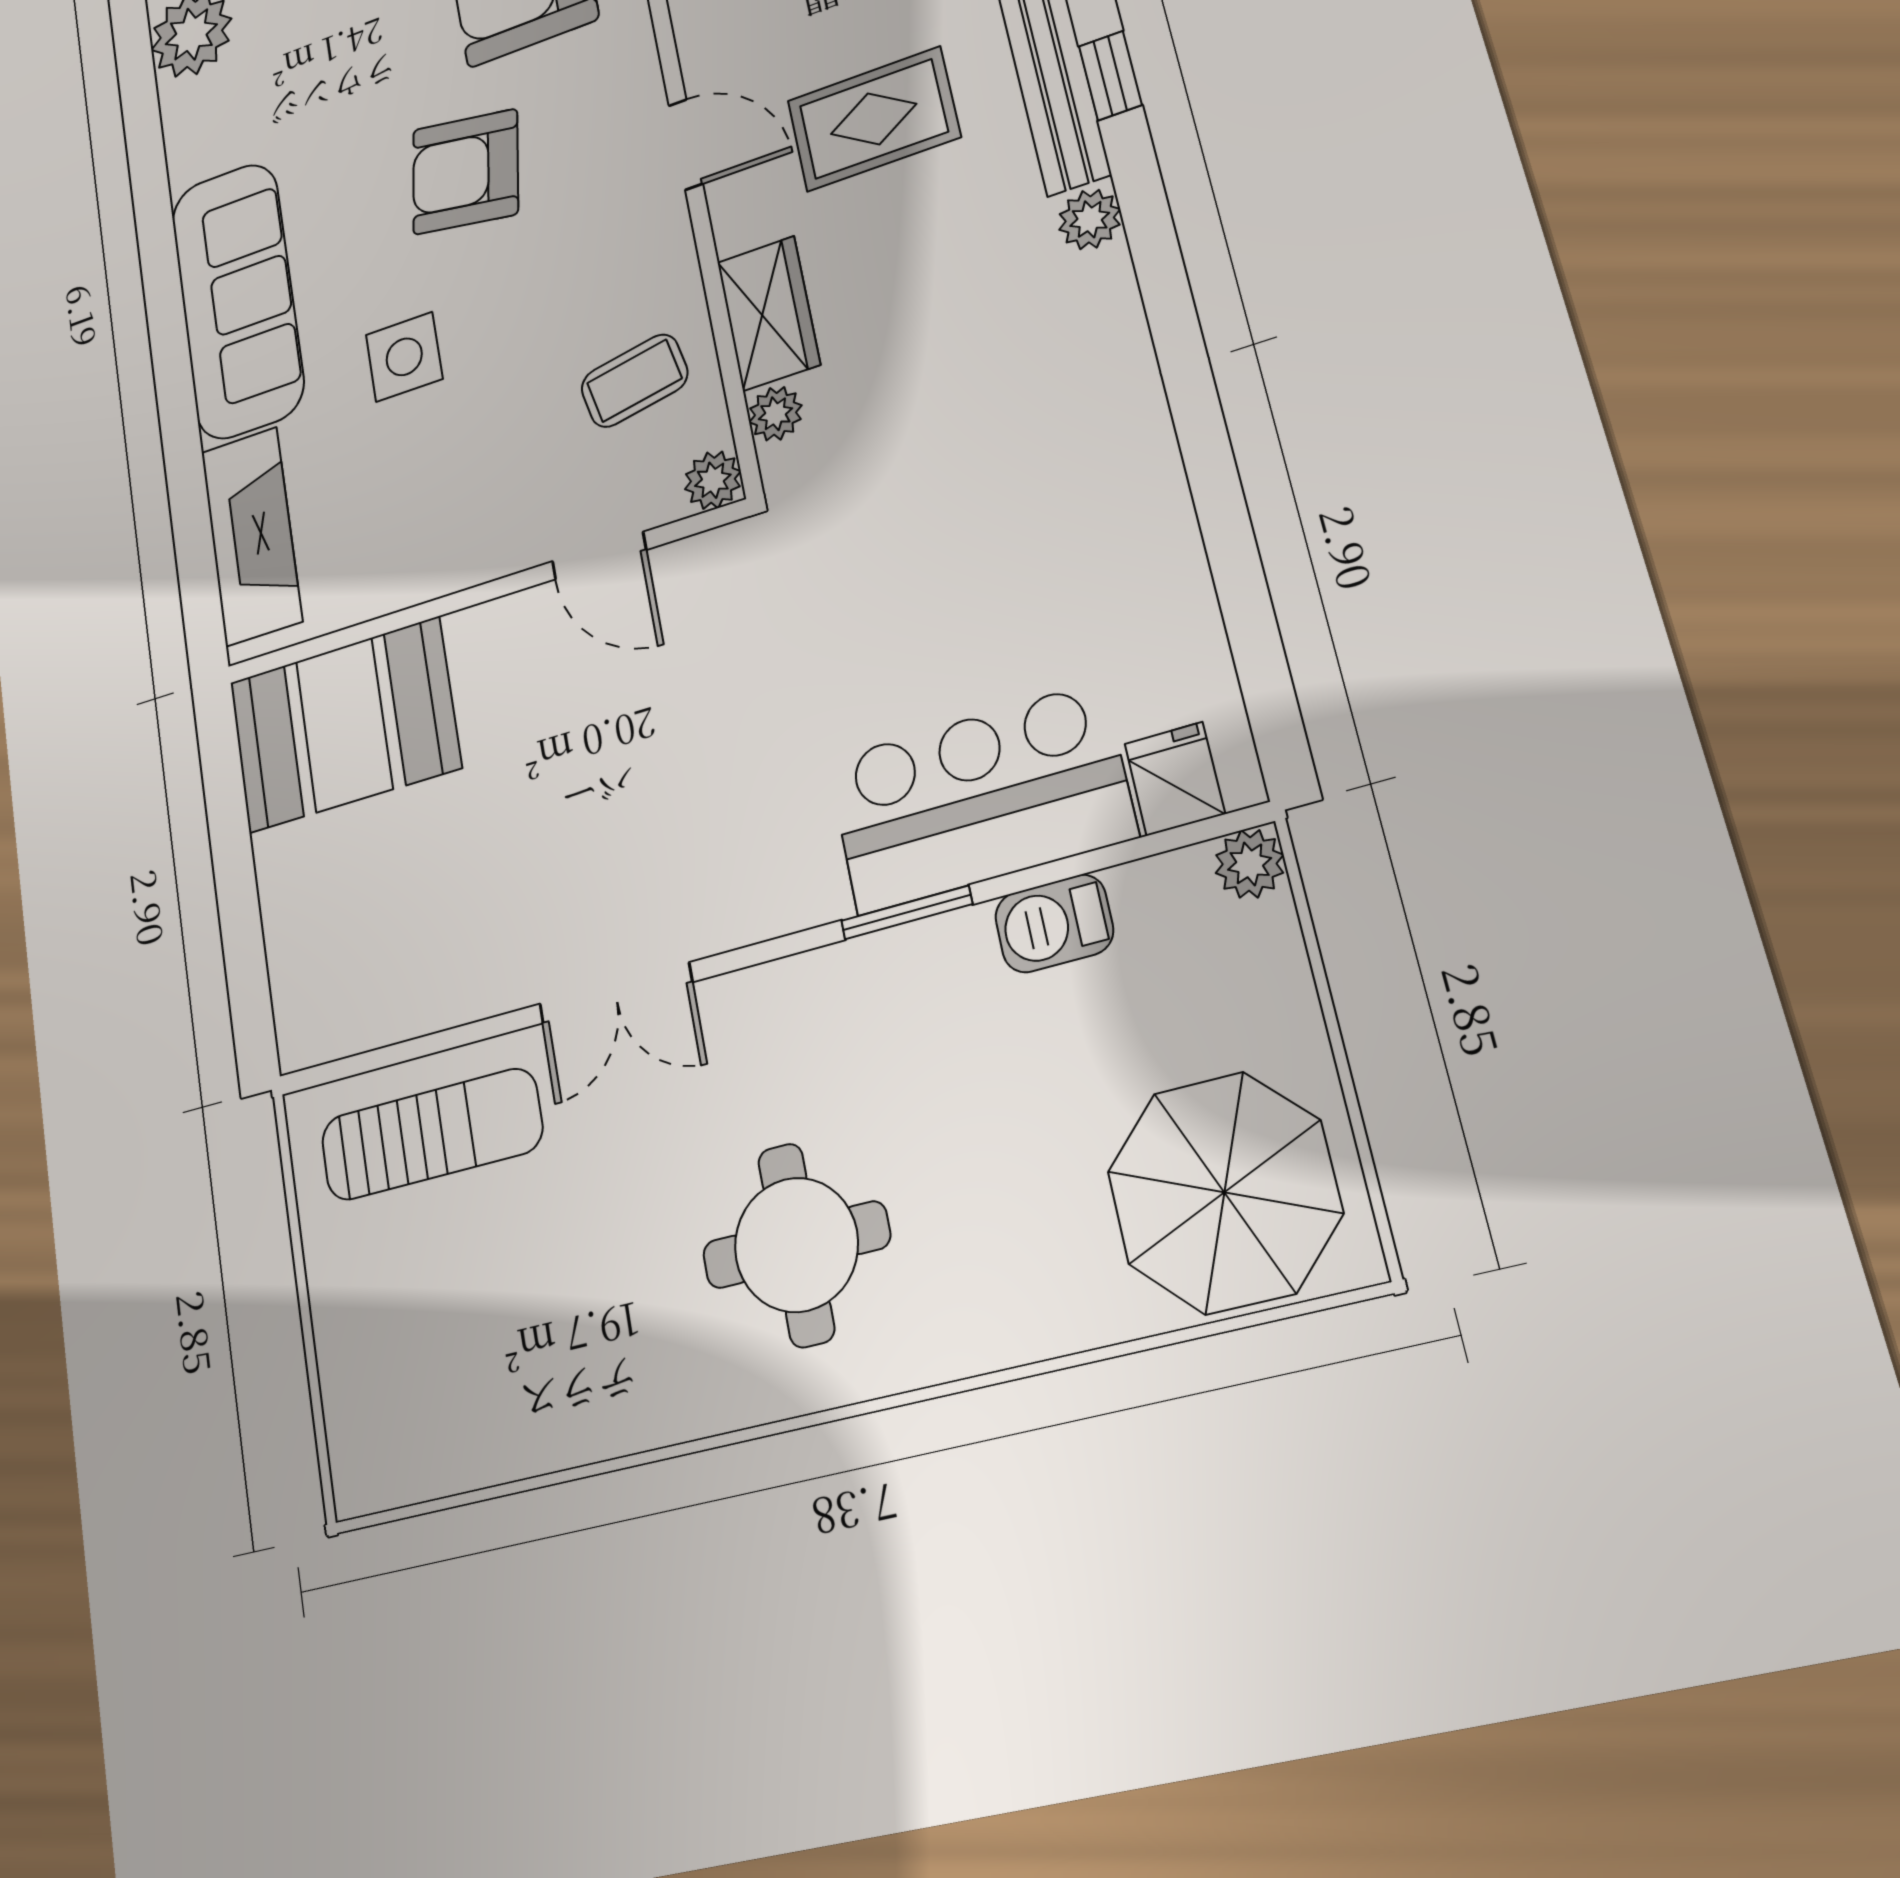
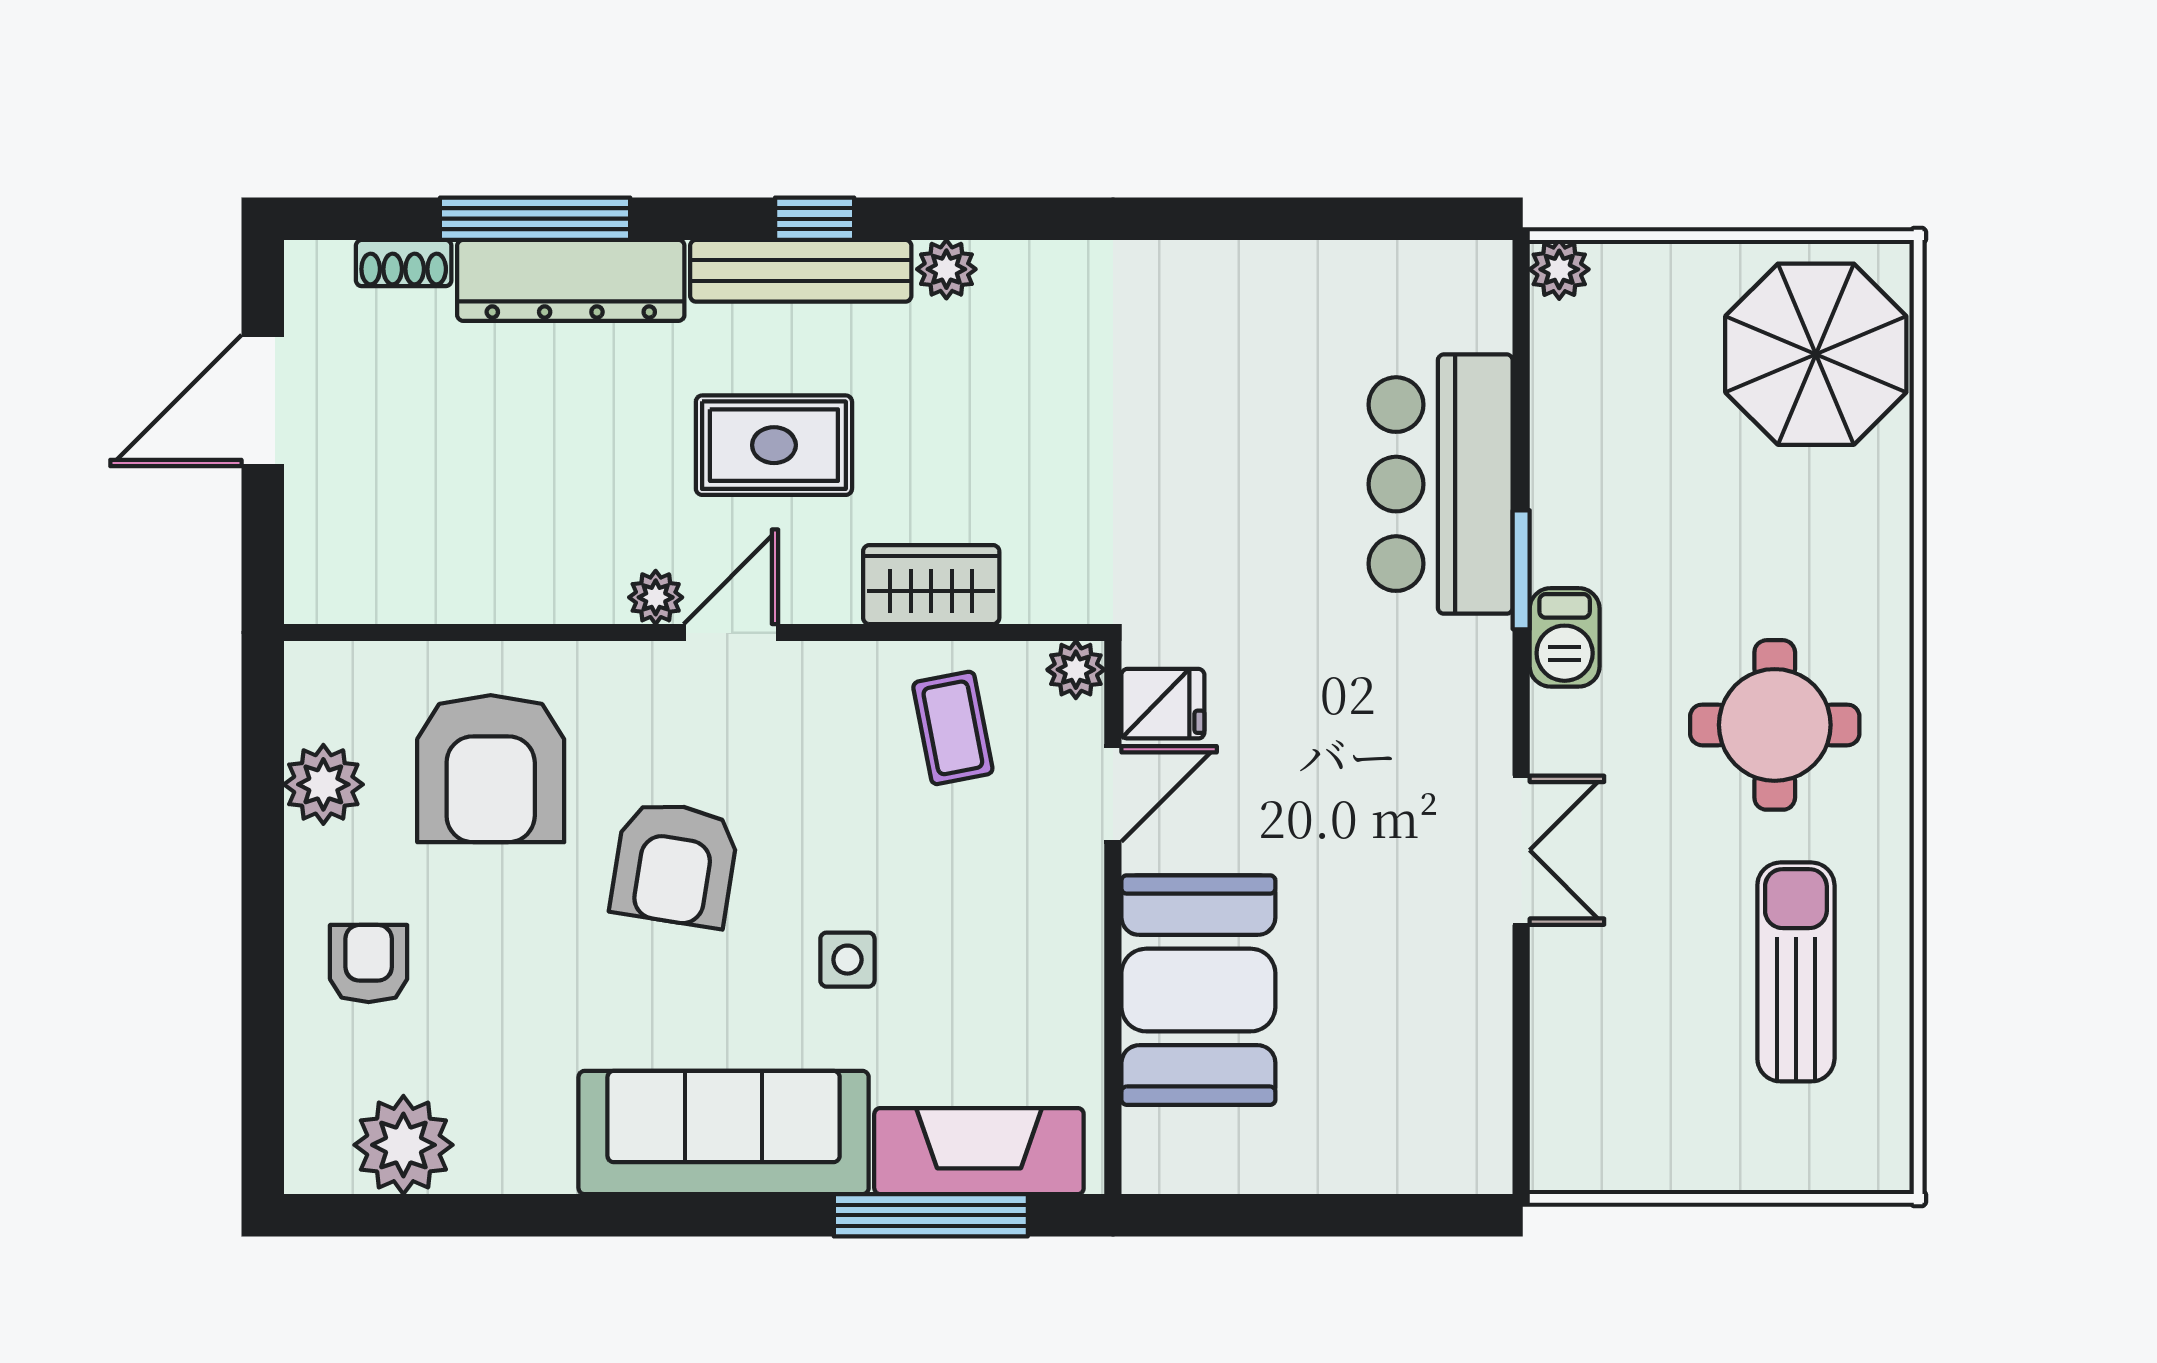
rug: (874, 119) -> (774, 445), turned 90
side table: (404, 357) -> (847, 960), width x0.73, depth x0.73
plant: (775, 414) -> (656, 597), moved
window: (190, 511) -> (931, 1215), added
booth: (344, 725) -> (1198, 990), moved
fridge: (1175, 779) -> (1163, 704), moved, turned 180
barbecue: (1054, 923) -> (1565, 637), moved
sun lounger: (431, 1134) -> (1796, 972), moved

